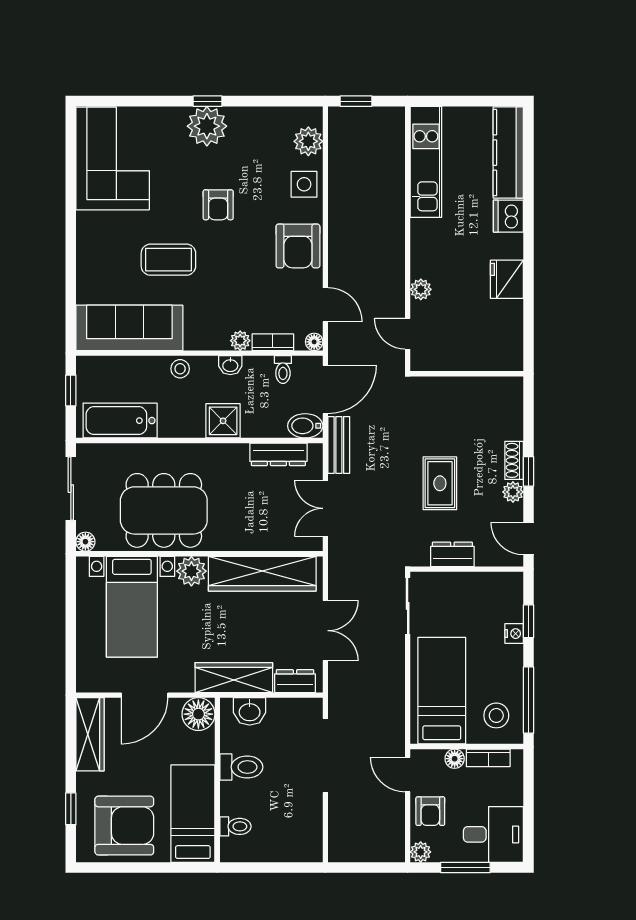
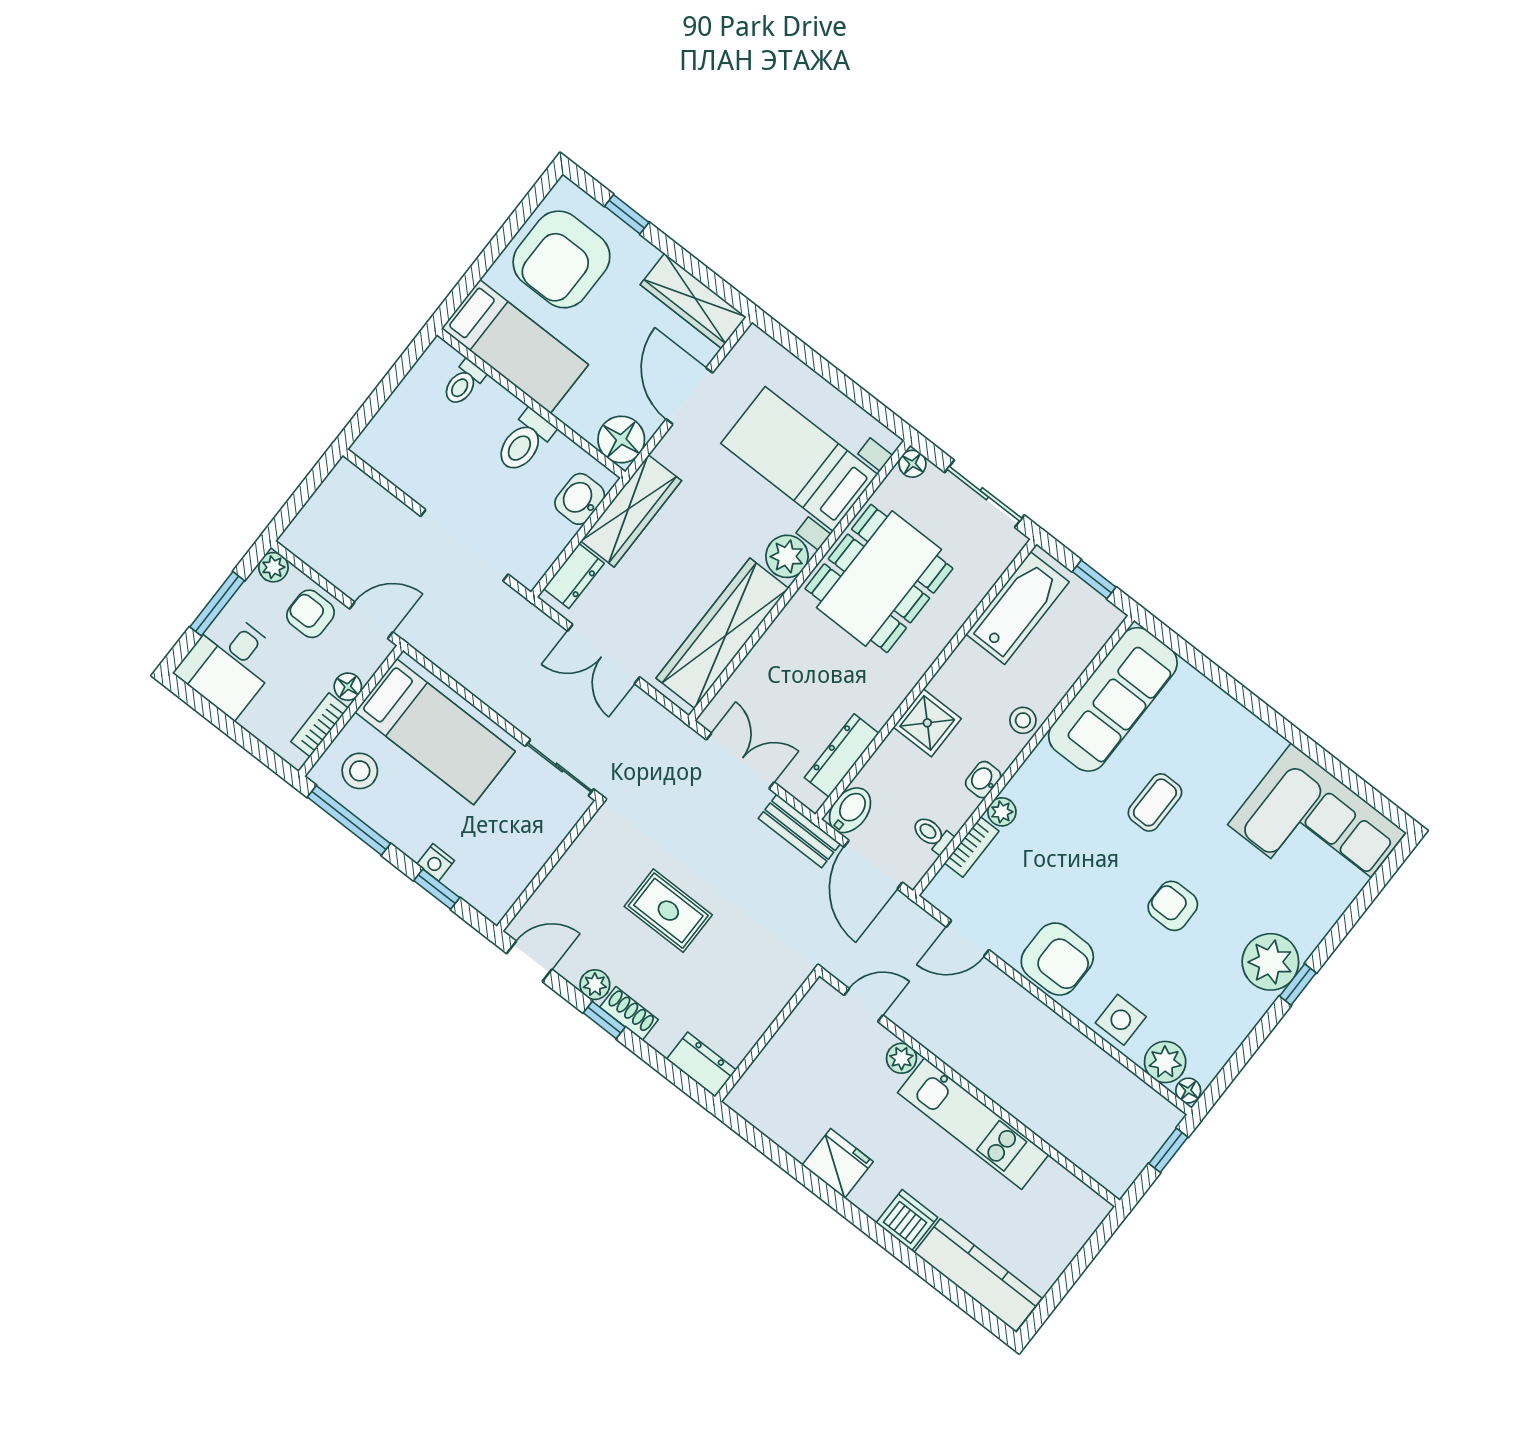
kitchen unit: (426, 162) -> (973, 1124), moved
armchair: (298, 246) -> (1057, 959), turned 180
coffee table: (168, 260) -> (1155, 802), width x0.73, depth x0.77
floor lamp: (314, 342) -> (1188, 1091), moved
dresser: (452, 554) -> (701, 1065), moved, turned -90

